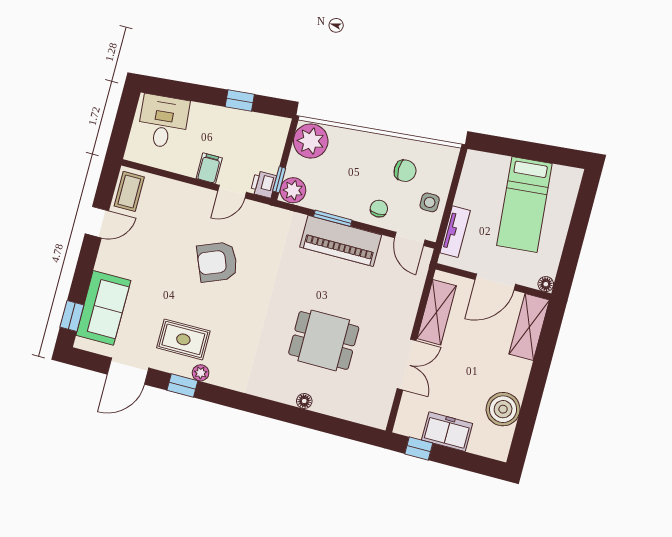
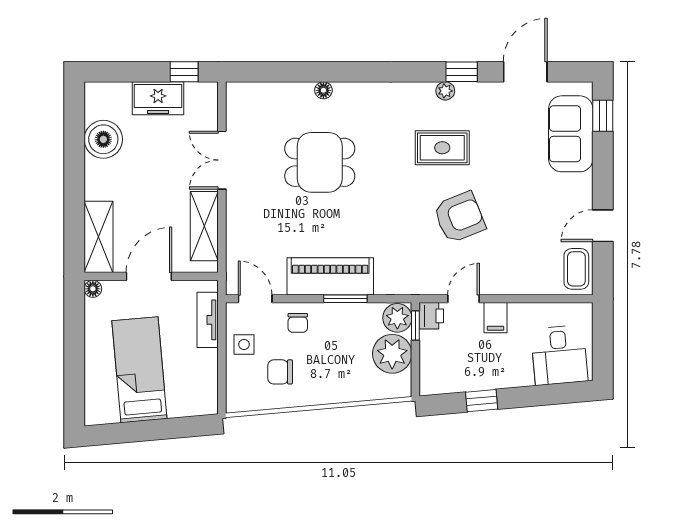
plant: (311, 141) -> (392, 354), moved
rug: (183, 339) -> (442, 148), moved

